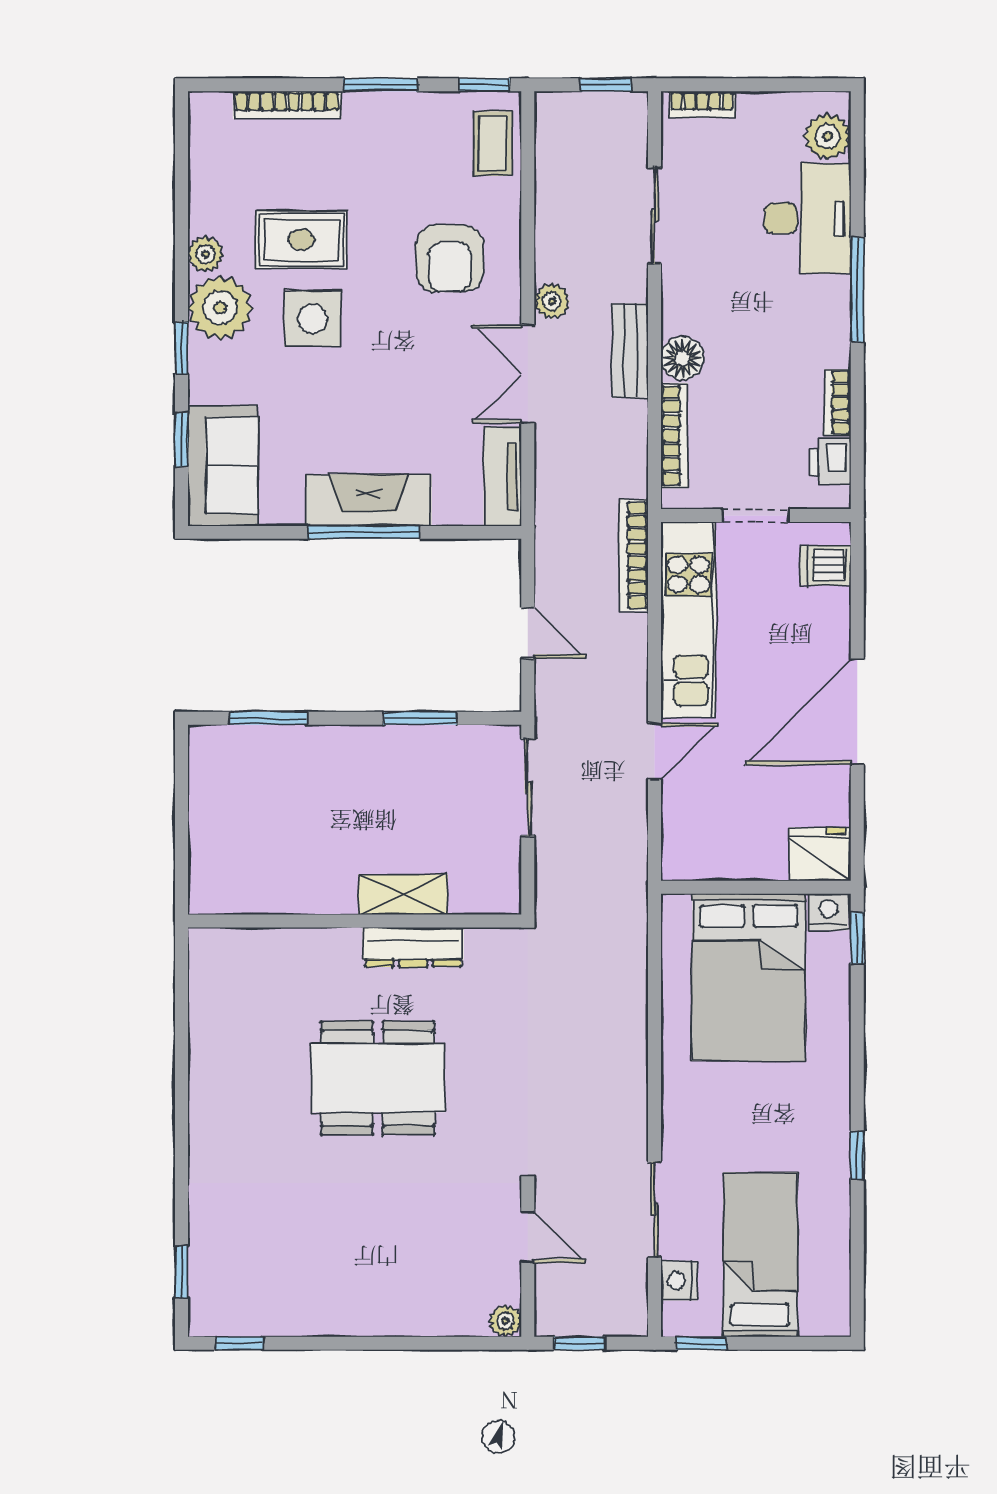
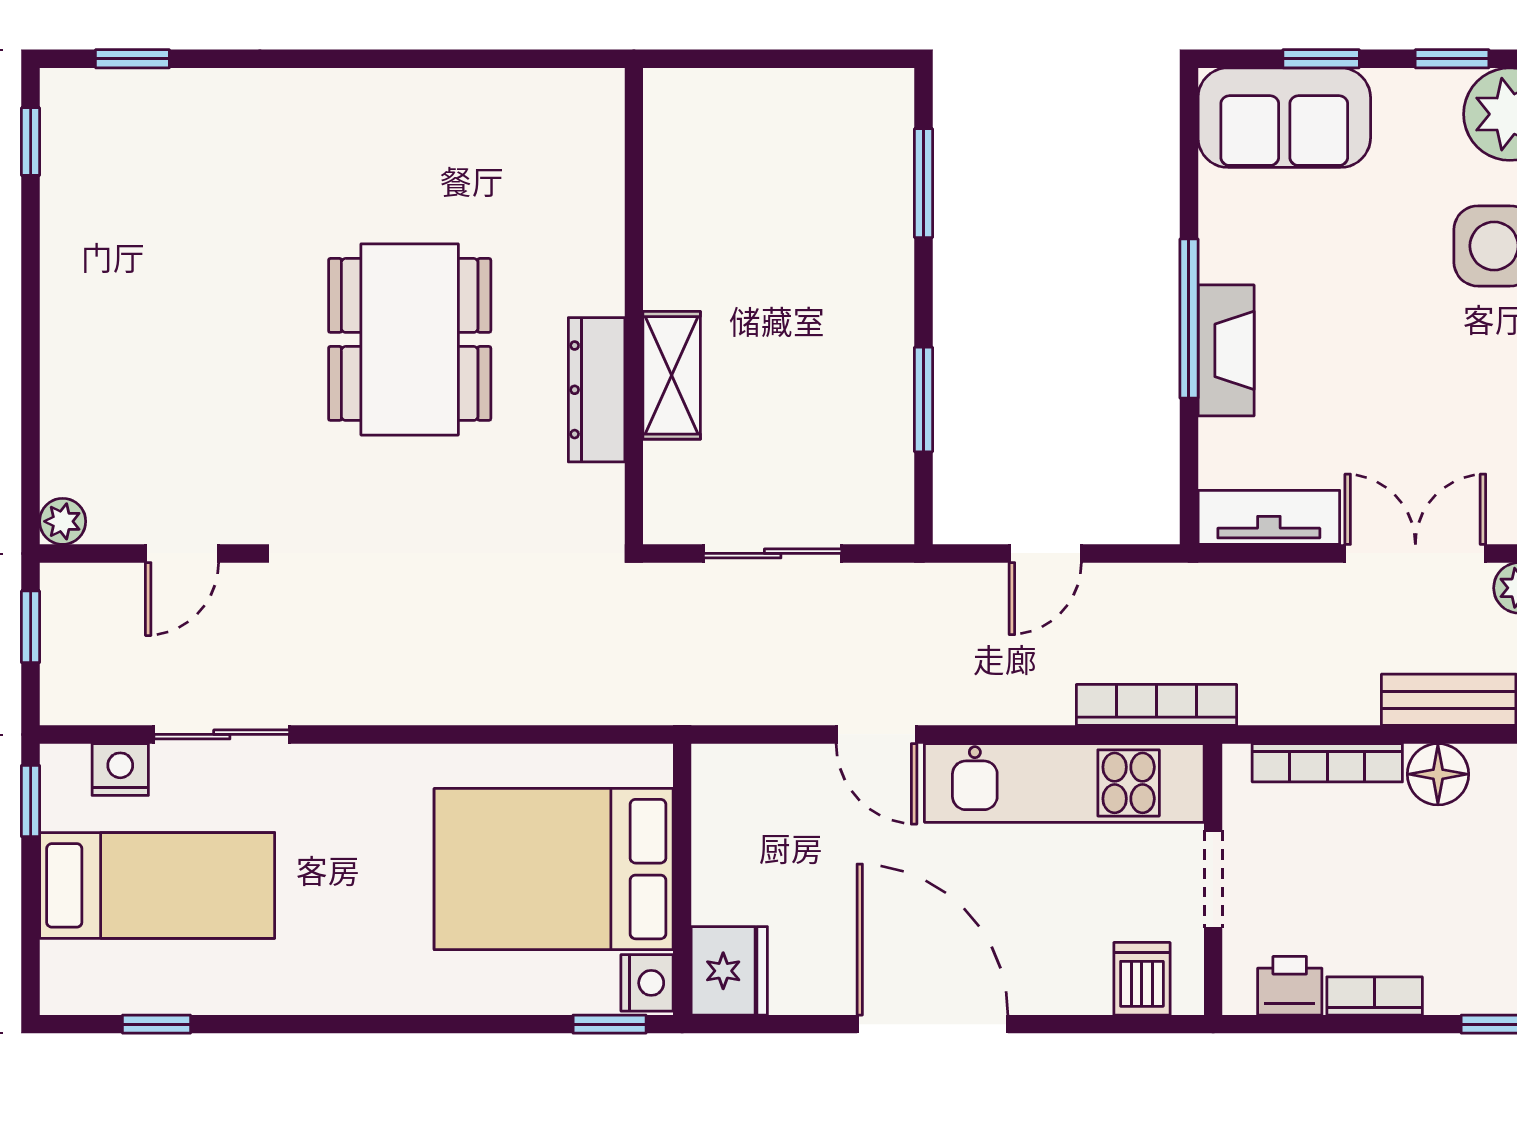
fireplace: (369, 500) -> (1226, 350), width x0.73, depth x0.76
sliding door: (528, 787) -> (773, 553), moved
window: (857, 1156) -> (156, 1024), moved

